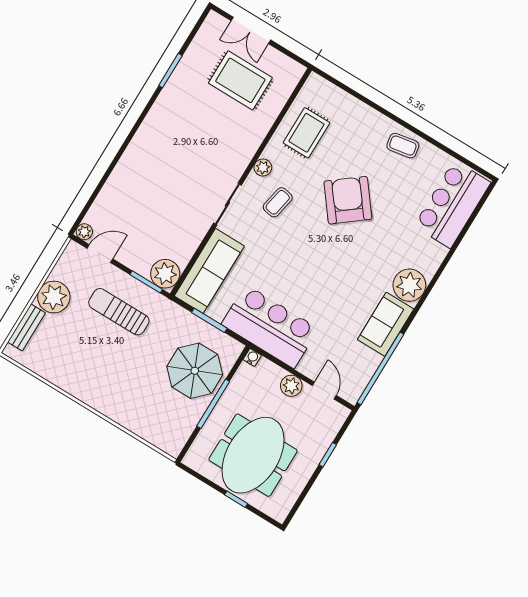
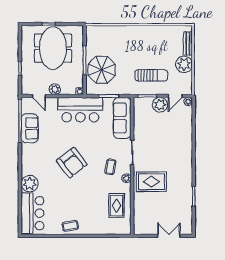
rug: (240, 80) -> (151, 182), moved
armchair: (348, 200) -> (72, 163), moved
plant: (165, 274) -> (160, 105), moved
plant: (409, 285) -> (30, 184), moved
sofa: (386, 324) -> (30, 128), moved

